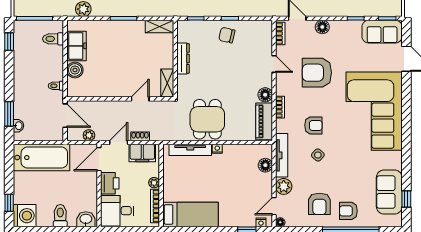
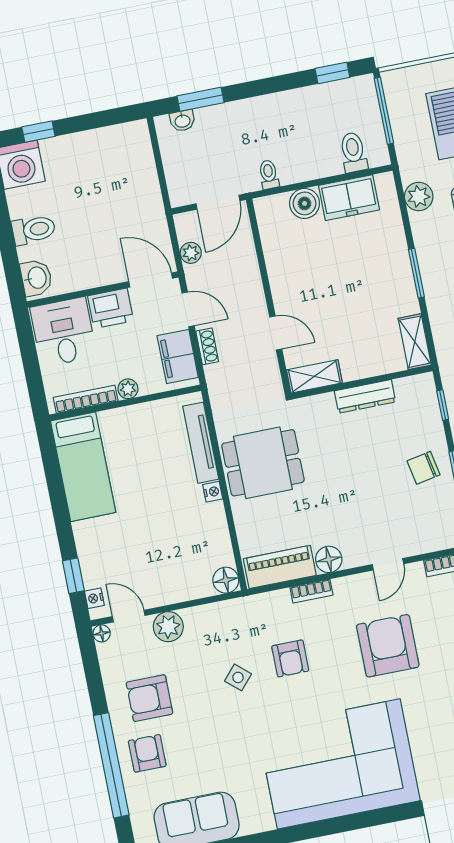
chair: (227, 35) -> (424, 468), turned -114
tv unit: (282, 155) -> (224, 611), removed
bathtub: (42, 158) -> (133, 174), removed
floor lamp: (265, 165) -> (226, 580), moved

